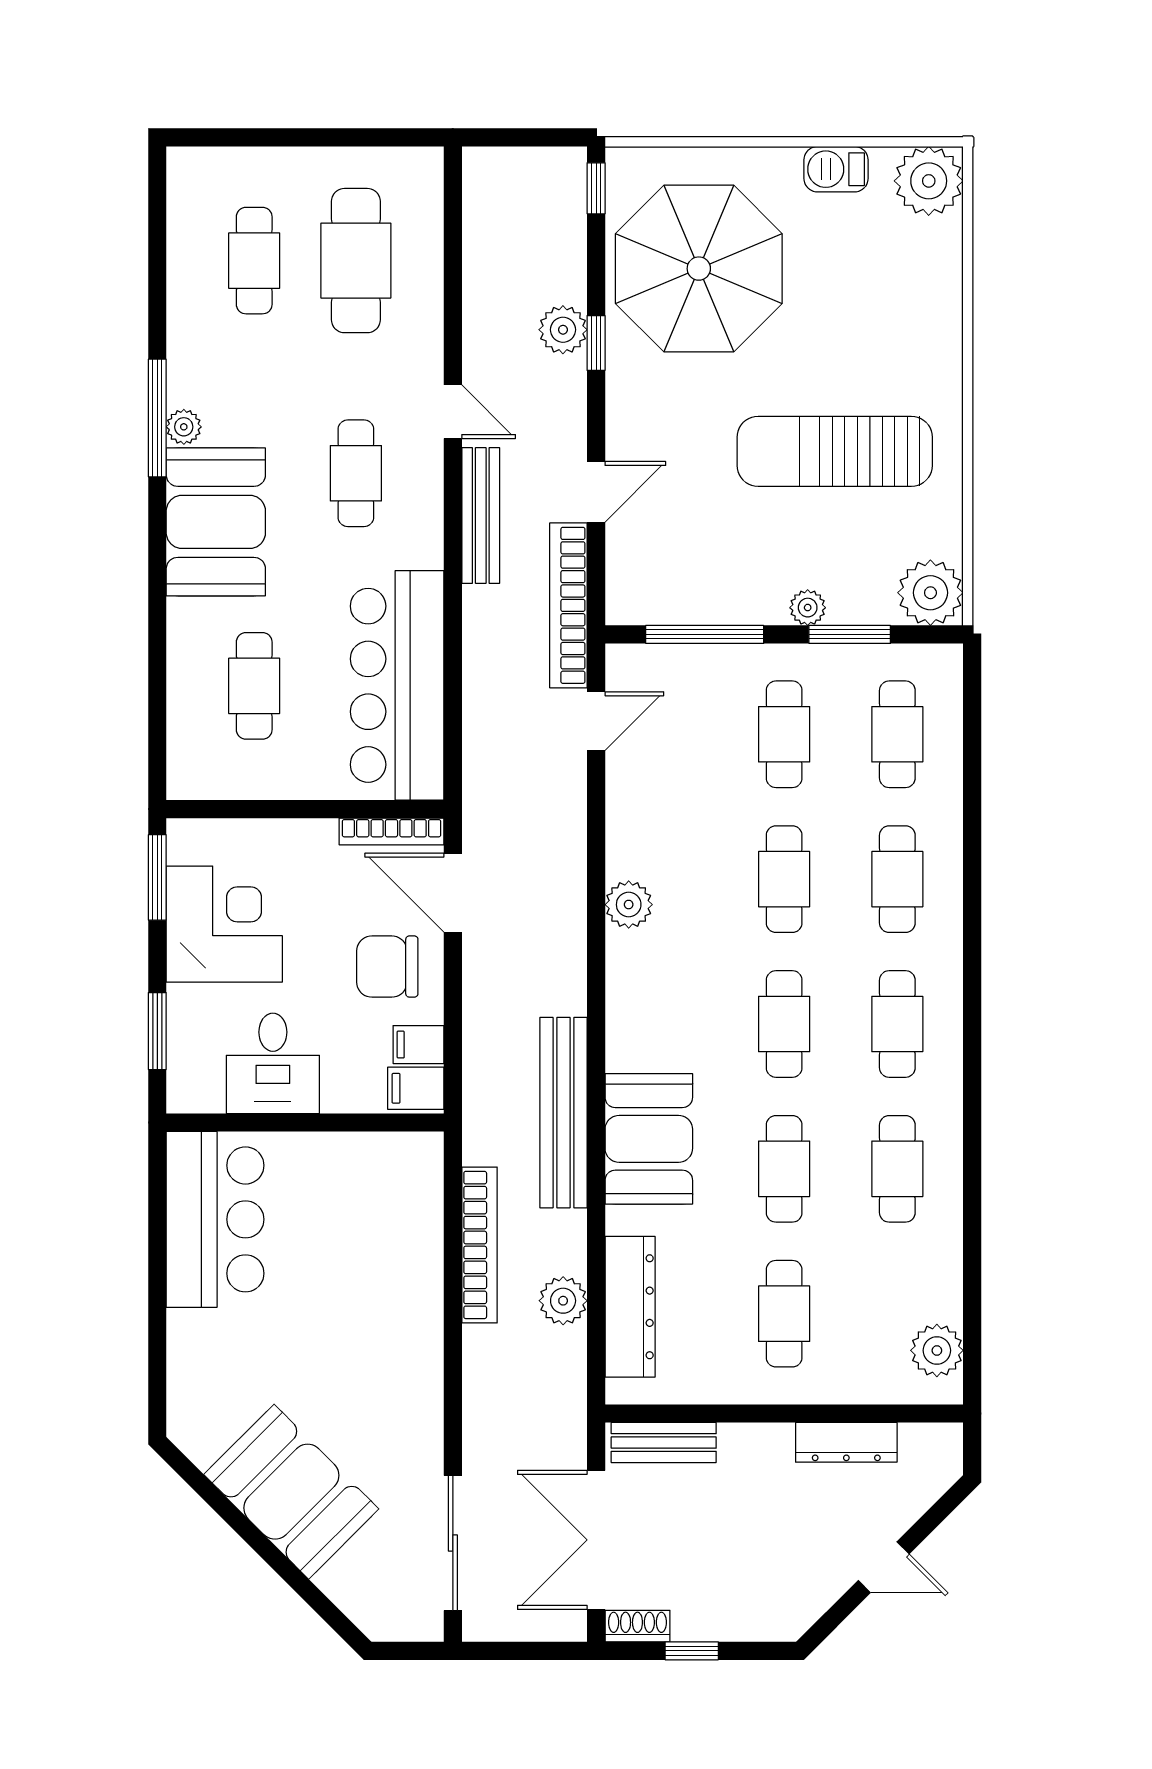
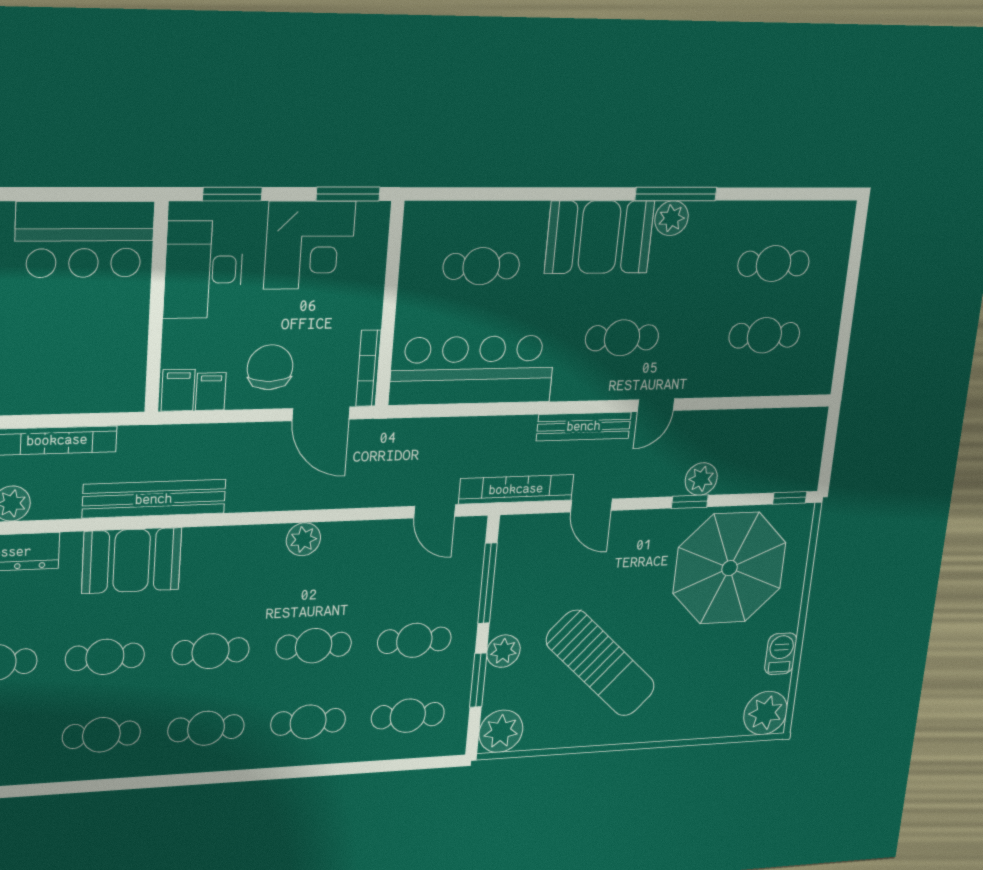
cafe table: (356, 261) -> (764, 335), width x0.73, depth x0.74
plant: (184, 427) -> (672, 218), width x1.38, depth x1.38
sun lounger: (835, 451) -> (601, 663), turned 133
plant: (808, 608) -> (503, 651), width x1.38, depth x1.38
door: (453, 893) -> (321, 414), swing flipped
desk: (273, 1063) -> (203, 270), width x1.37

